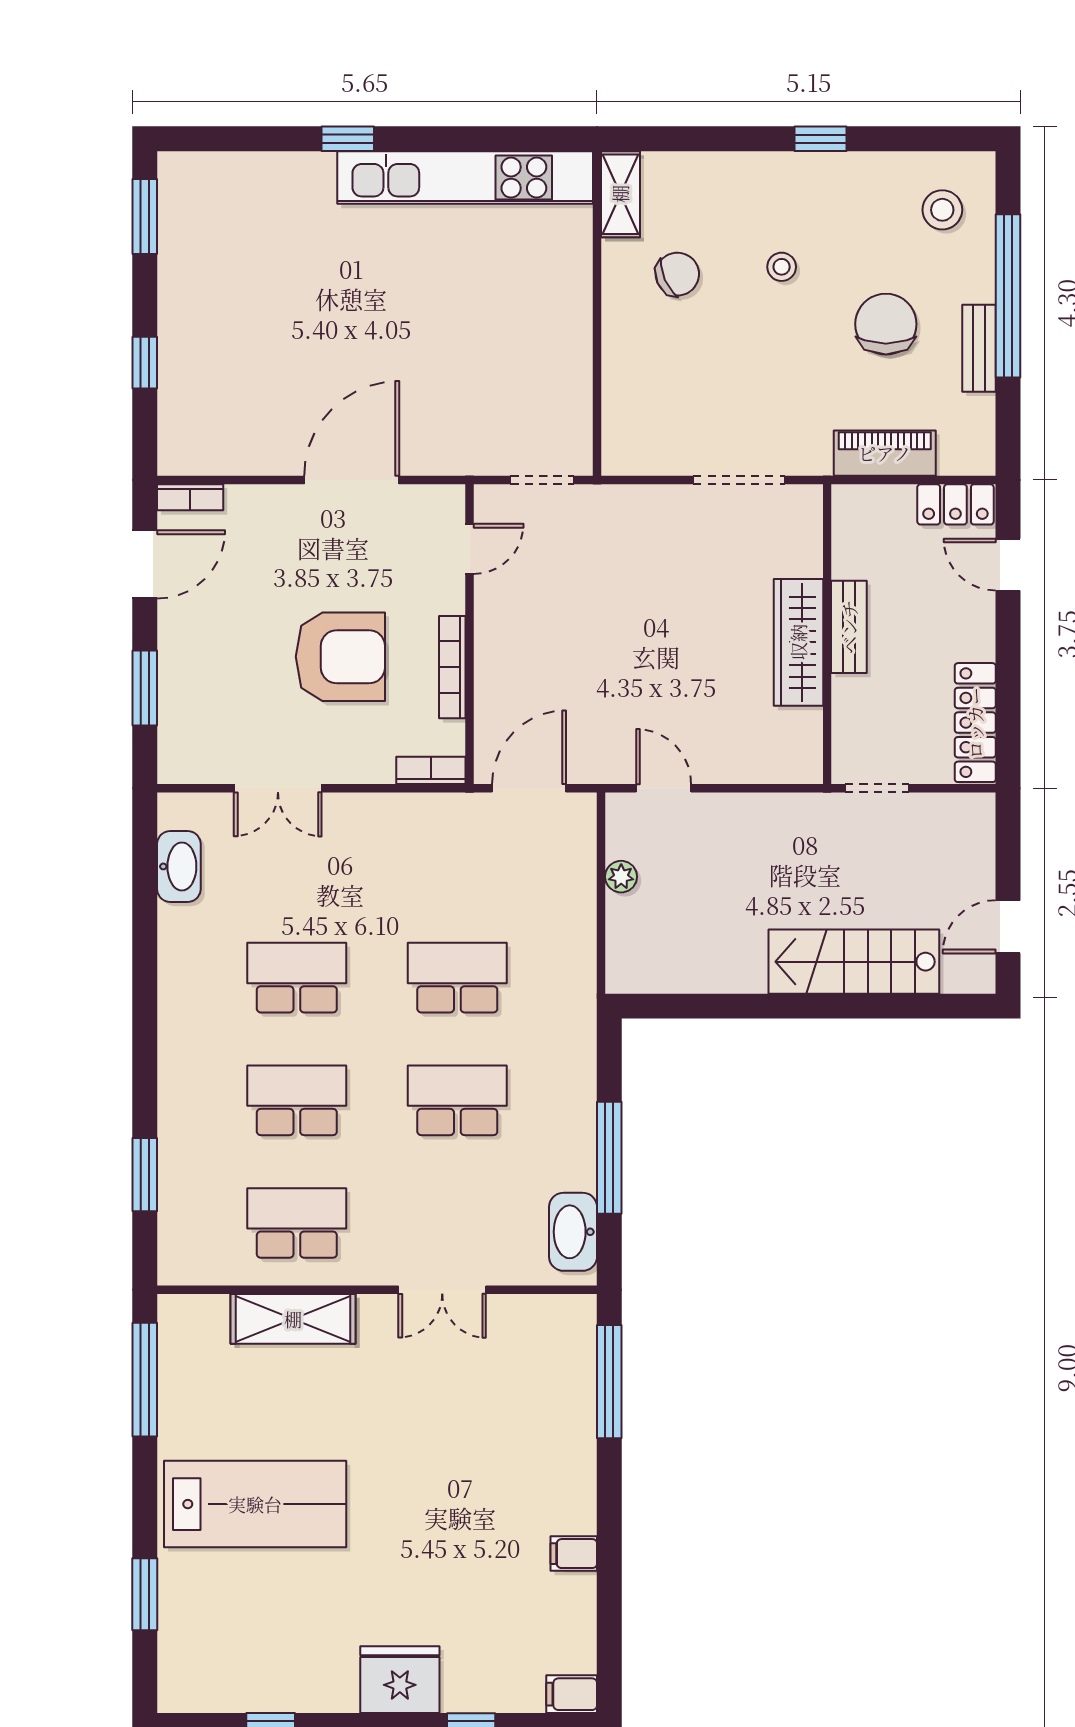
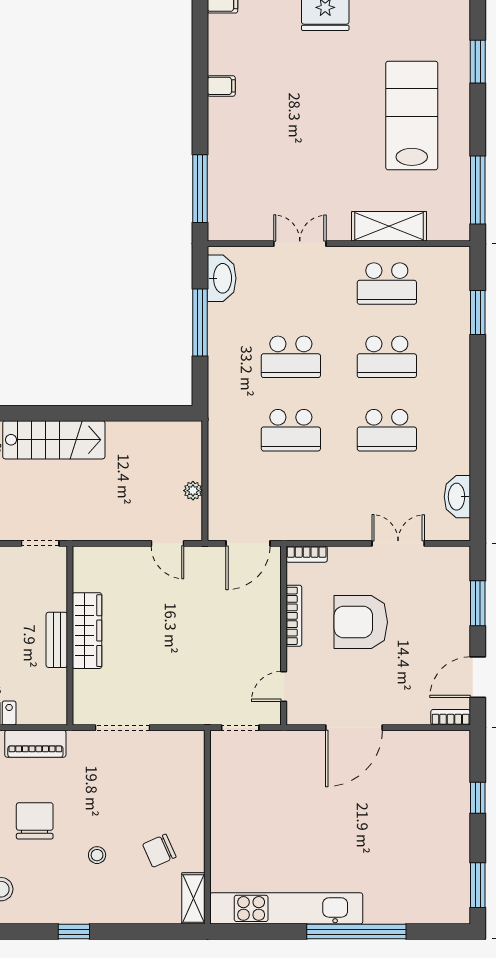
window: (348, 139) -> (356, 932), width x3.17
chair: (886, 324) -> (35, 821), turned 180
lab bench: (255, 1504) -> (412, 116), turned 90

